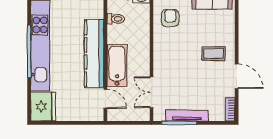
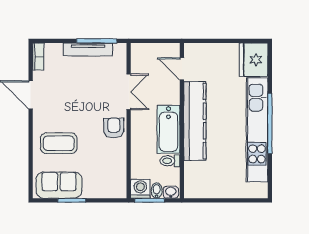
armchair: (170, 18) -> (114, 128), moved, turned 180
coffee table: (214, 54) -> (59, 143), moved, width x1.36, depth x1.30
bathtub: (117, 65) -> (168, 129), moved
double door: (152, 92) -> (129, 92), moved

